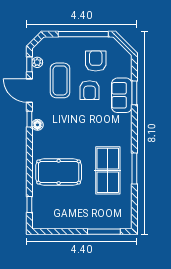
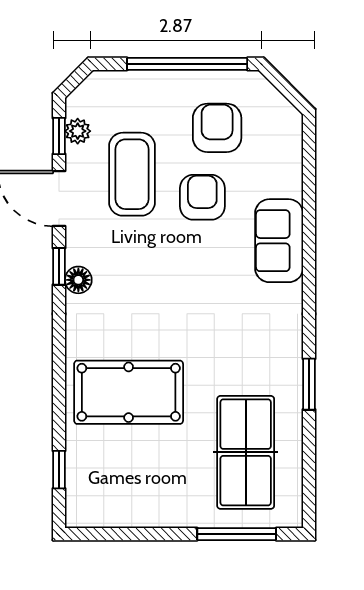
armchair: (90, 90) -> (202, 197), turned 180
window: (134, 93) -> (309, 204), removed
sofa: (122, 95) -> (279, 241), moved
window: (134, 169) -> (309, 384), width x0.69
table tennis table: (108, 170) -> (246, 452), moved

